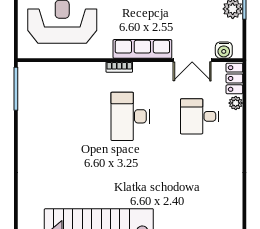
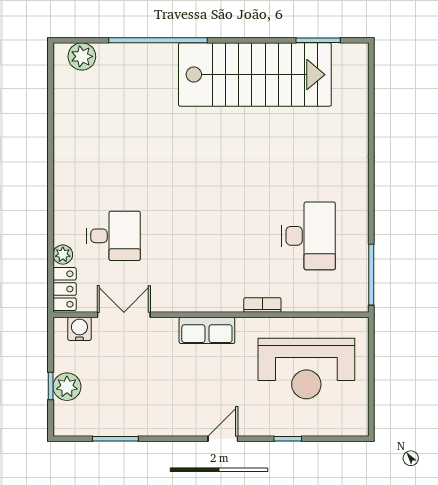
row of seats: (142, 49) -> (207, 330), width x0.68
bookcase: (119, 67) -> (262, 305), moved
desk: (130, 116) -> (309, 236), moved

